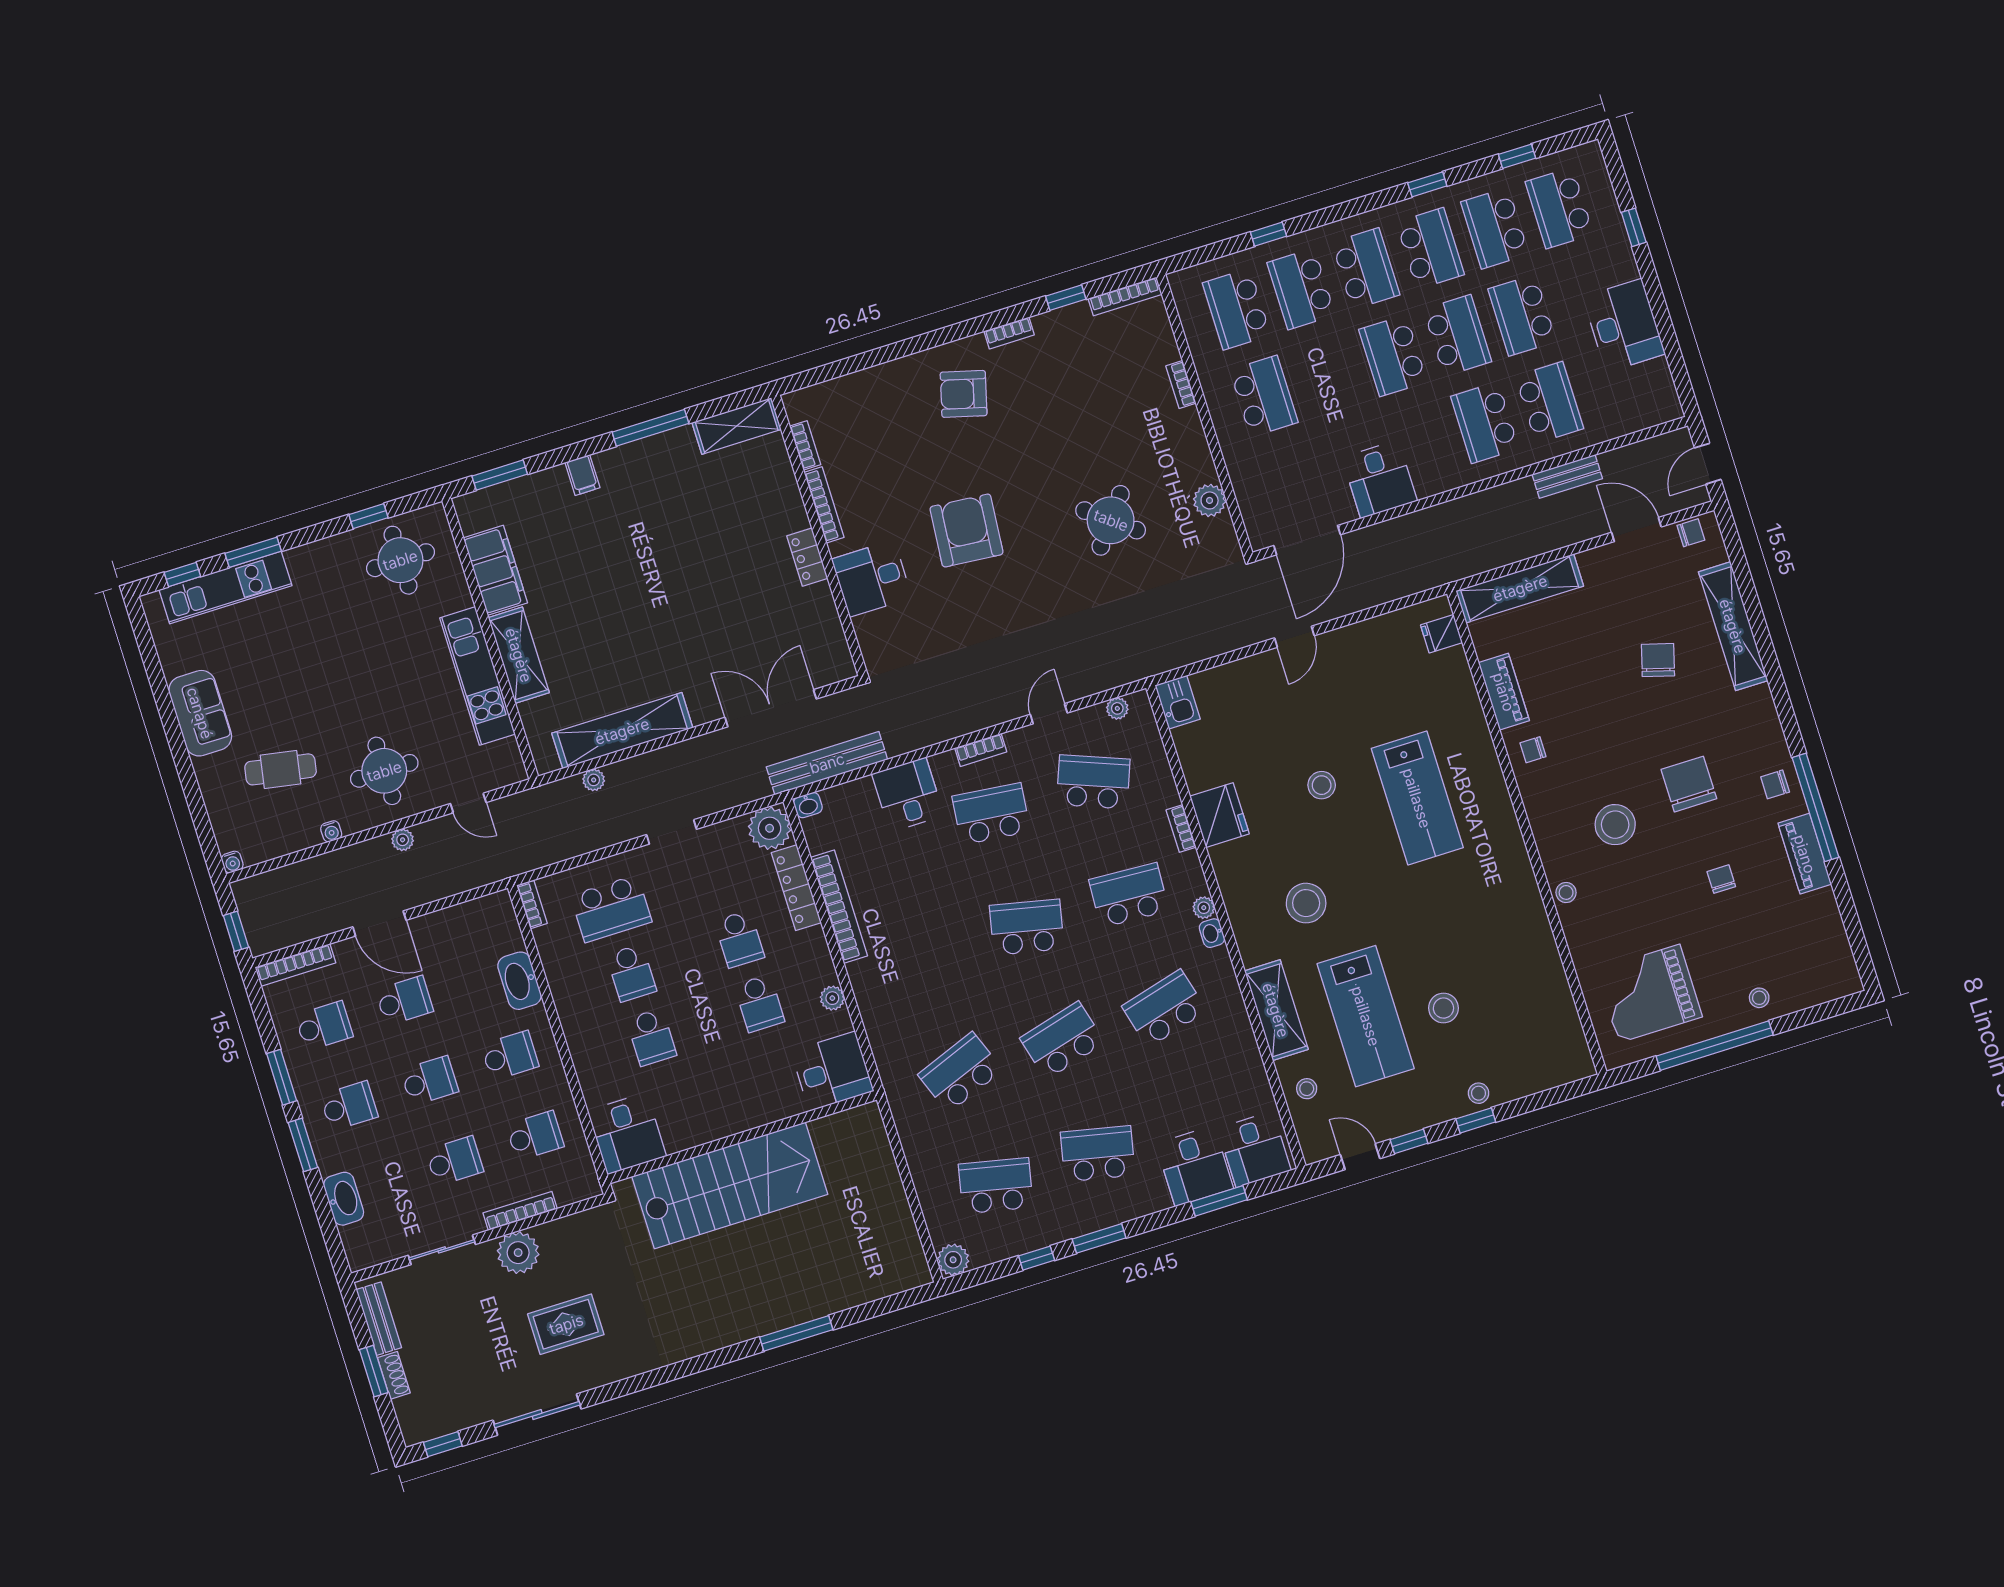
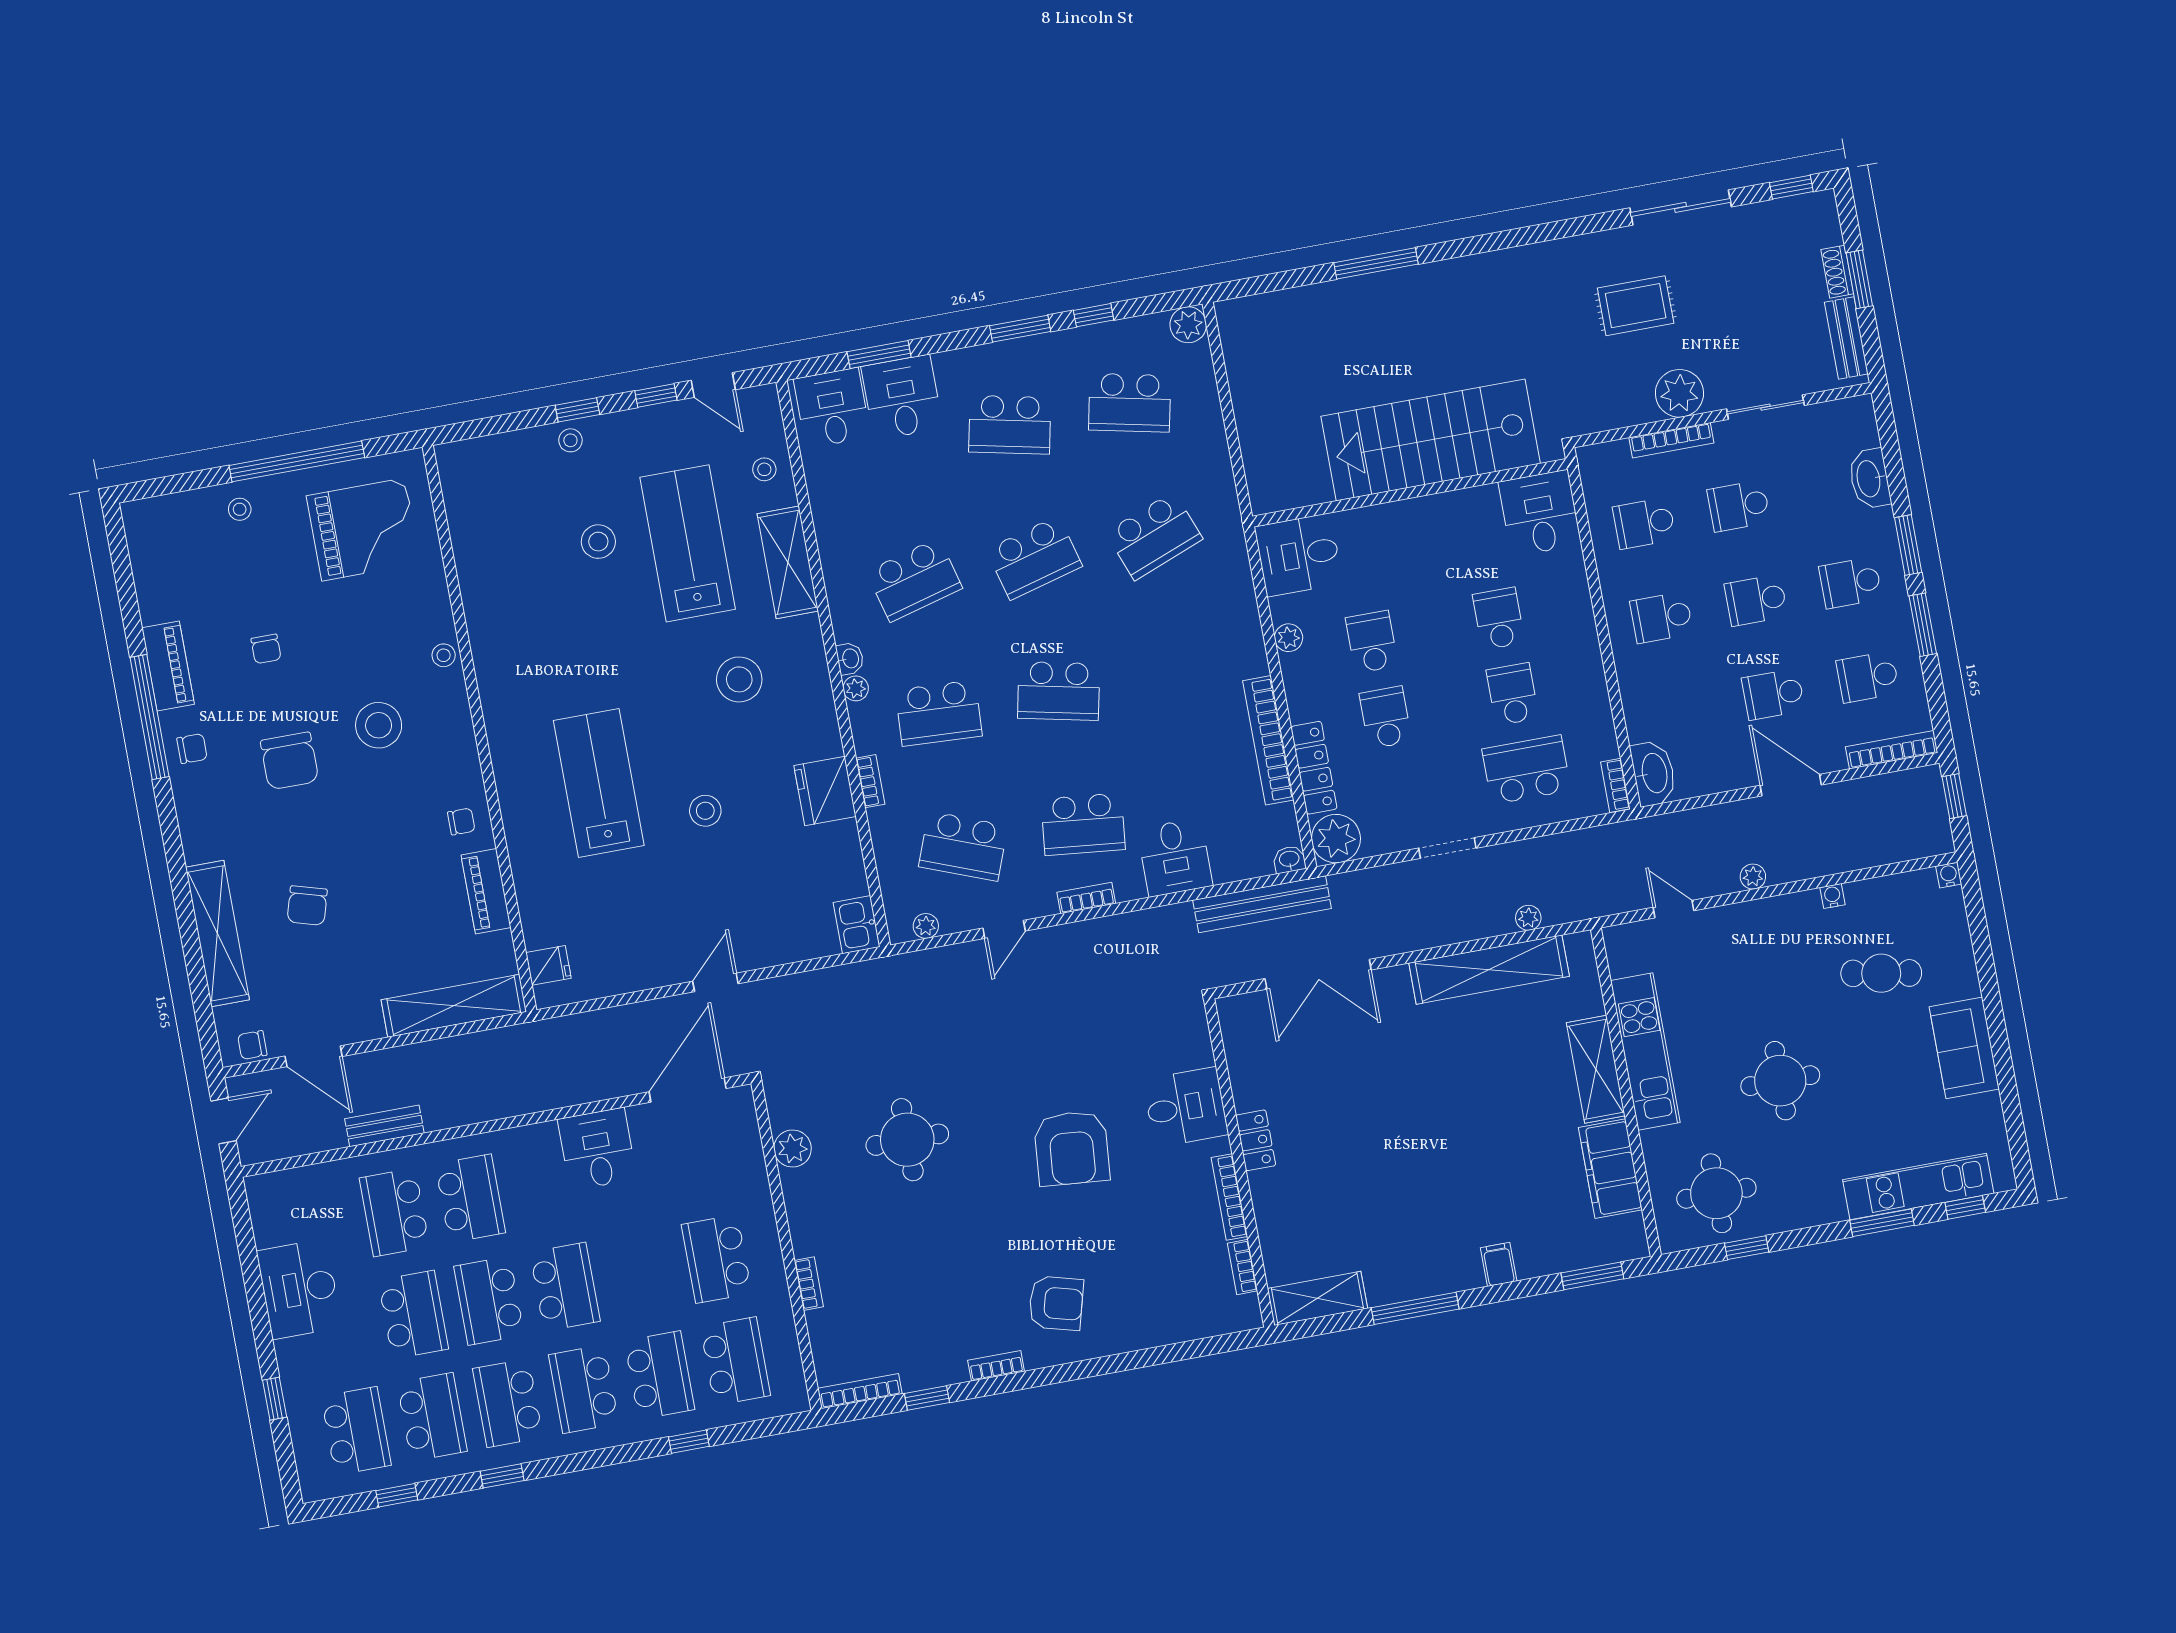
round table: (1111, 520) -> (907, 1140), turned -38
round table: (384, 771) -> (1780, 1081), moved
washbasin: (519, 981) -> (1653, 773), moved

